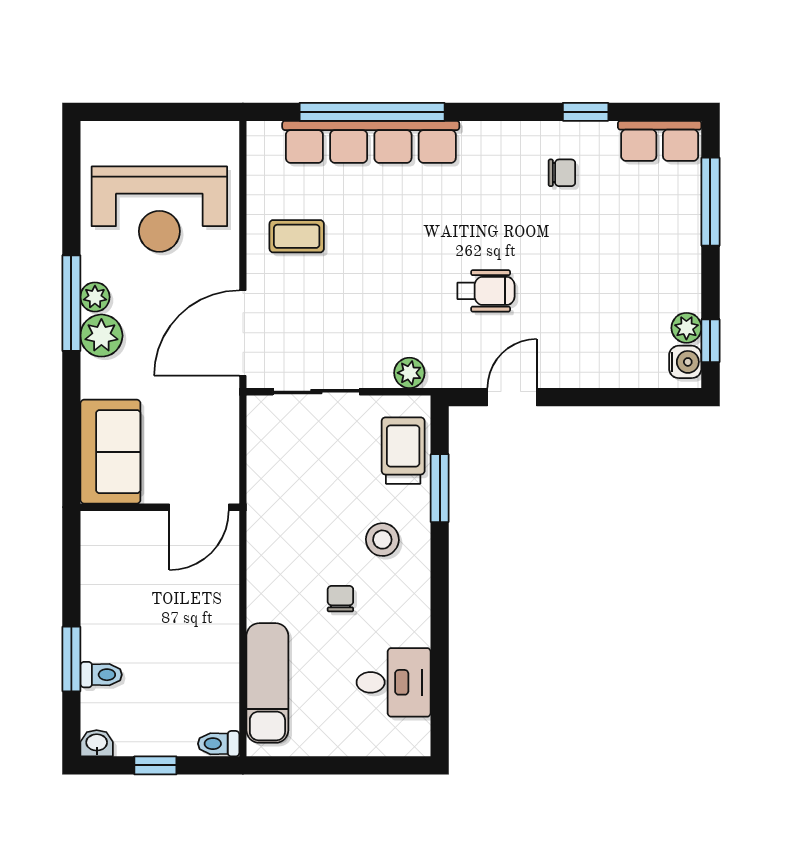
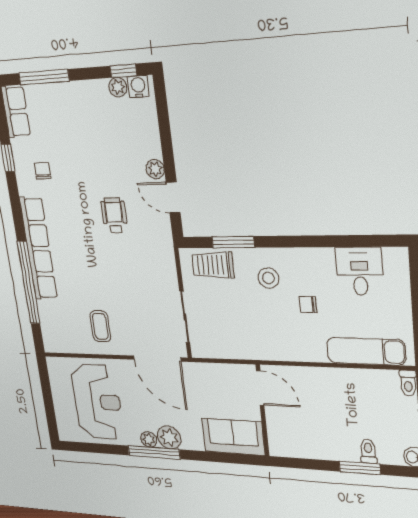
row of seats: (371, 142) -> (39, 249), moved
plant: (409, 373) -> (155, 169), moved

